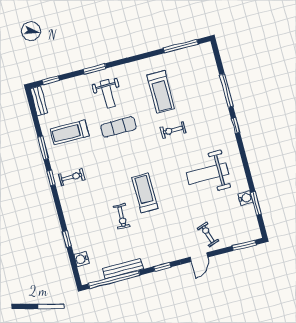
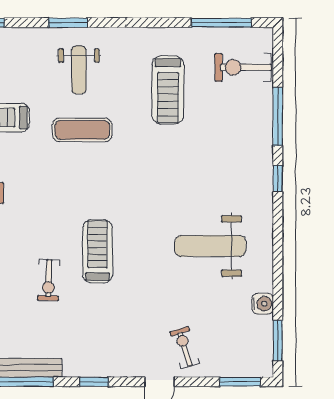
exercise bike: (173, 130) -> (243, 67), moved, width x1.38, depth x1.39
window: (256, 203) -> (278, 340), moved

